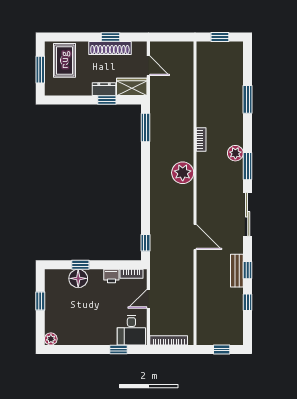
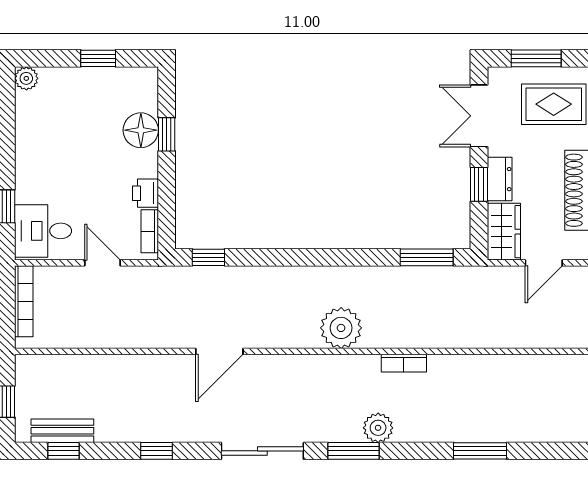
double door: (71, 100) -> (479, 116), added
bench: (237, 271) -> (62, 431), moved
window: (248, 302) -> (63, 451), moved

